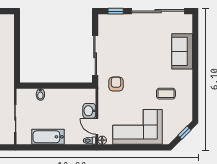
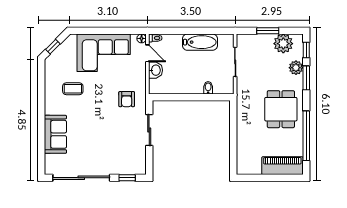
sliding door: (95, 55) -> (149, 130), width x0.73

